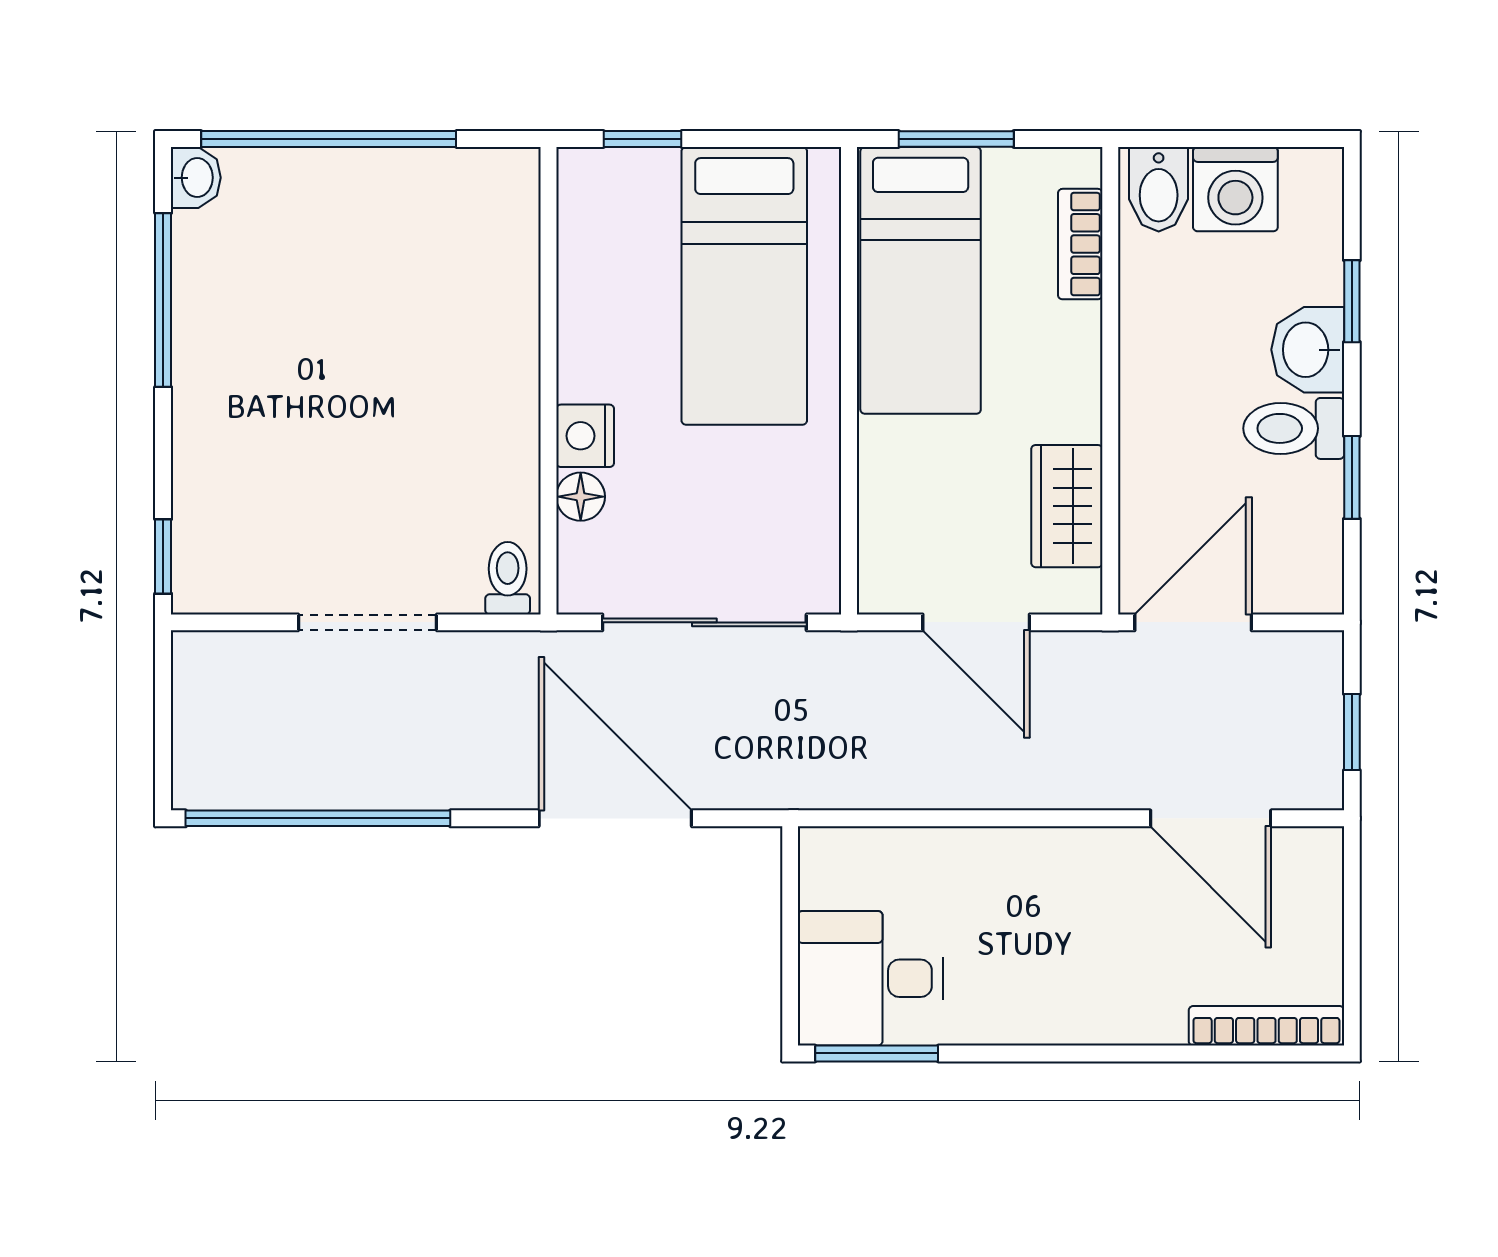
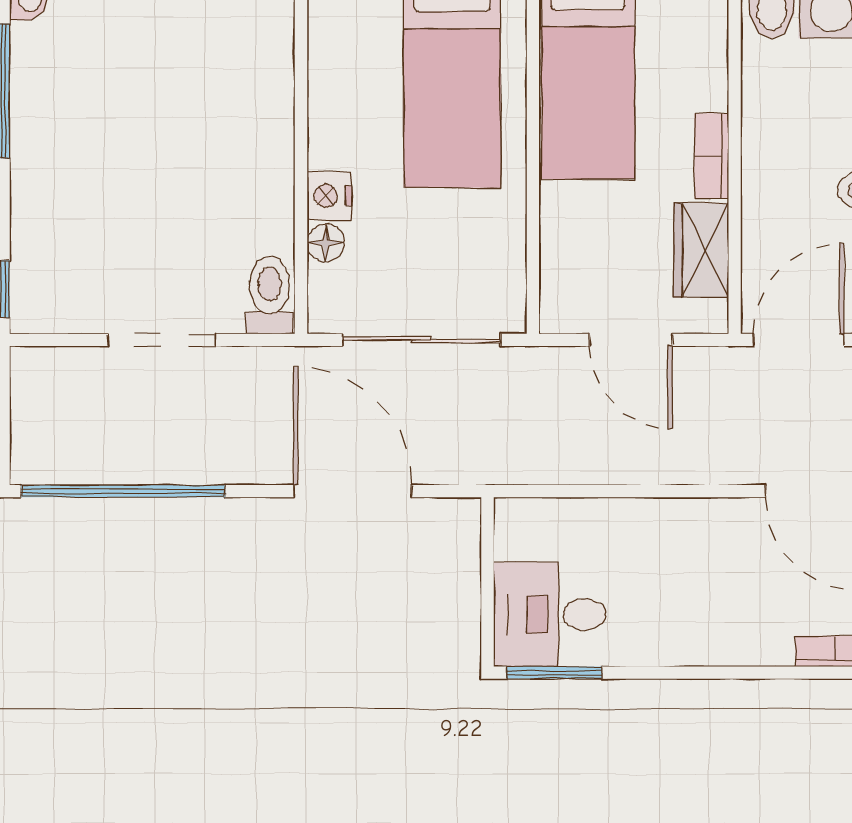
bookcase: (1080, 244) -> (711, 156), moved
toilet: (508, 578) -> (269, 295), width x1.37, depth x1.39

